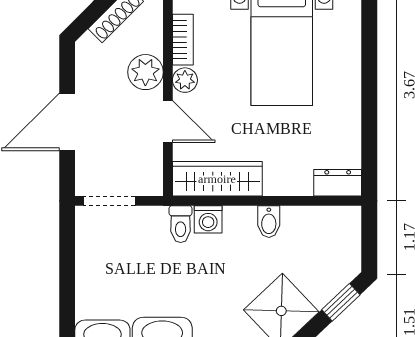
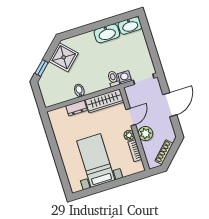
door: (168, 122) -> (131, 117), swing flipped
dresser: (338, 183) -> (76, 108), moved
washing machine: (208, 219) -> (125, 77), moved

